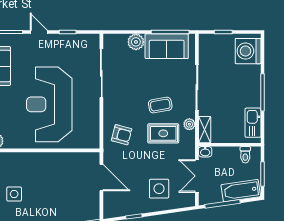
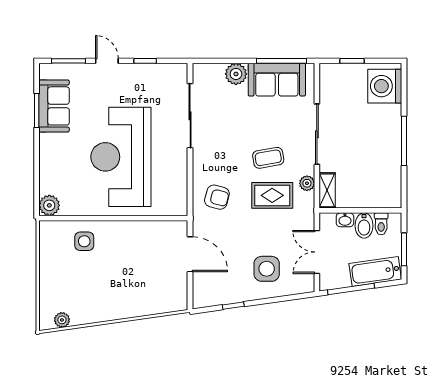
kitchen sink: (253, 123) -> (391, 181), removed
washbasin: (205, 152) -> (345, 220), moved
bidet: (232, 156) -> (364, 226), added
side table: (14, 194) -> (84, 241), moved

